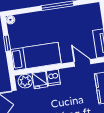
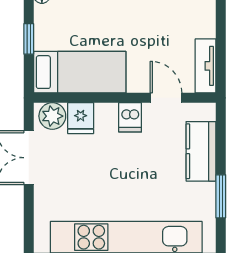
dishwasher: (53, 78) -> (130, 117), moved

